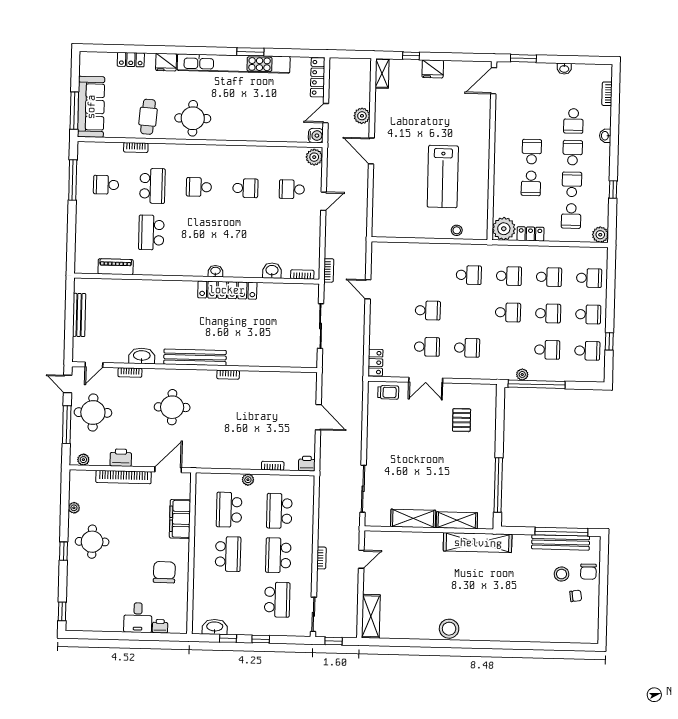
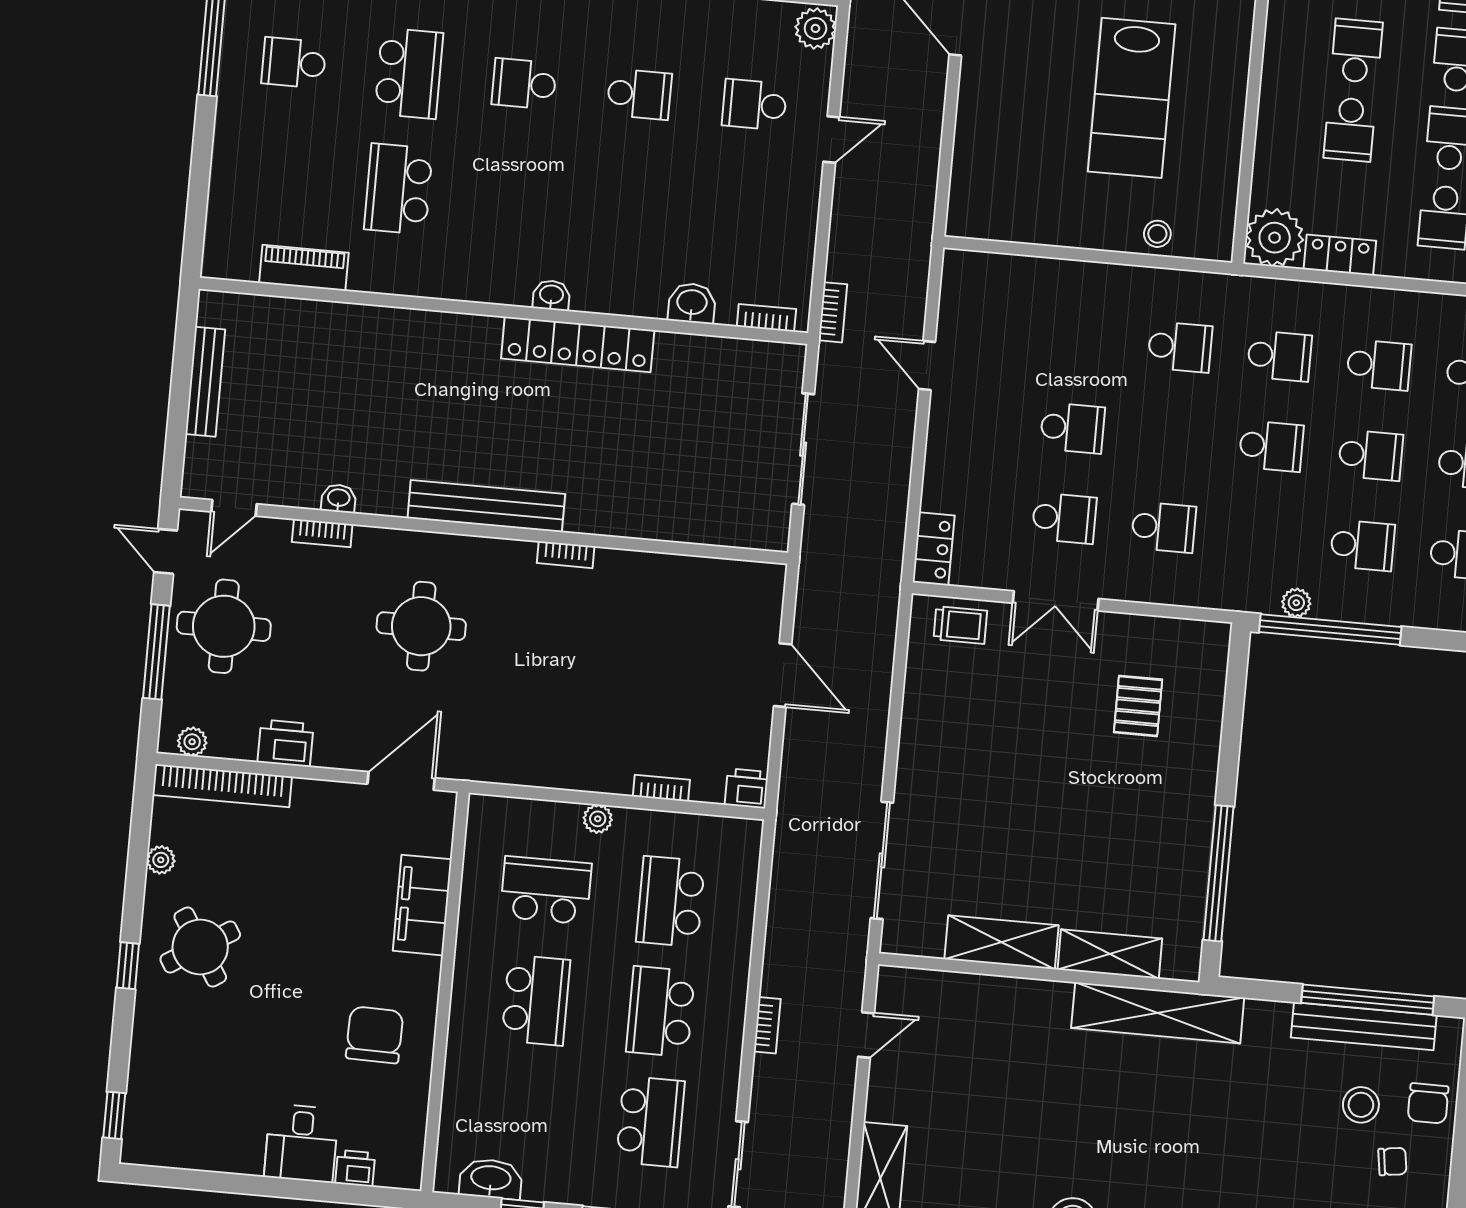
washbasin: (142, 356) -> (339, 498), width x0.52, depth x0.69
bookcase: (124, 477) -> (222, 786), moved
school desk: (229, 510) -> (546, 890), turned 90
round table: (92, 542) -> (200, 947), turned -32

